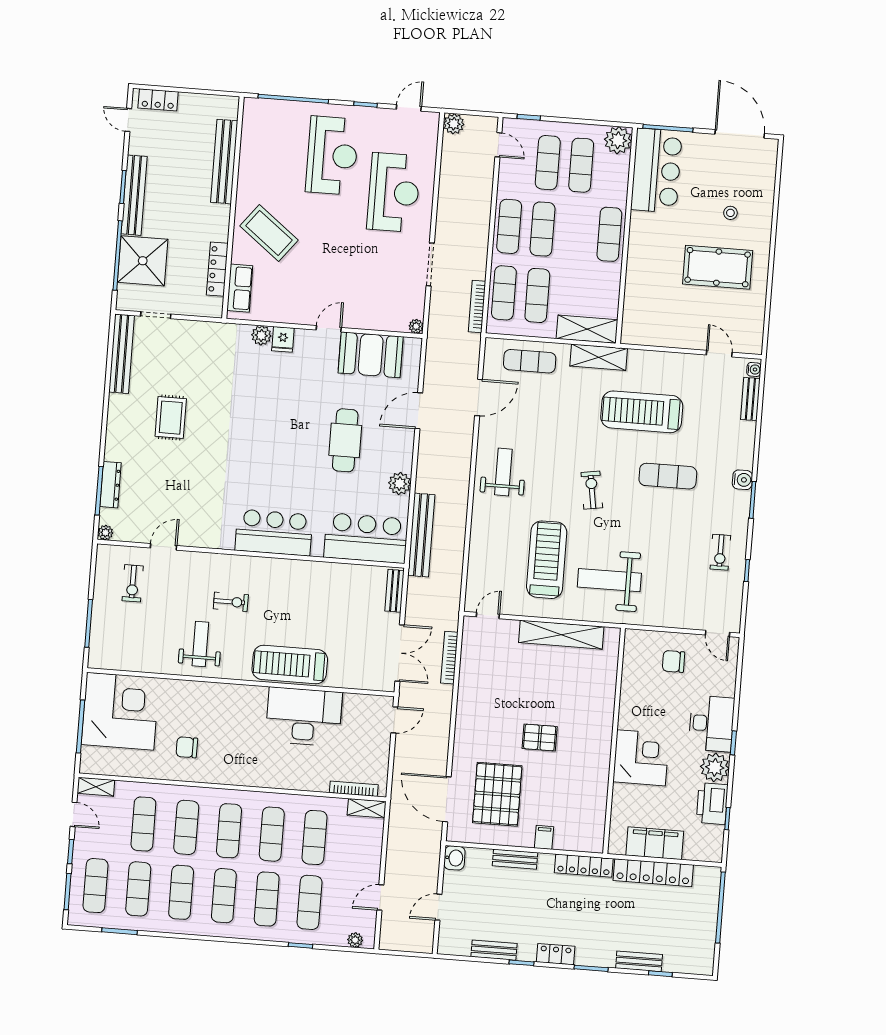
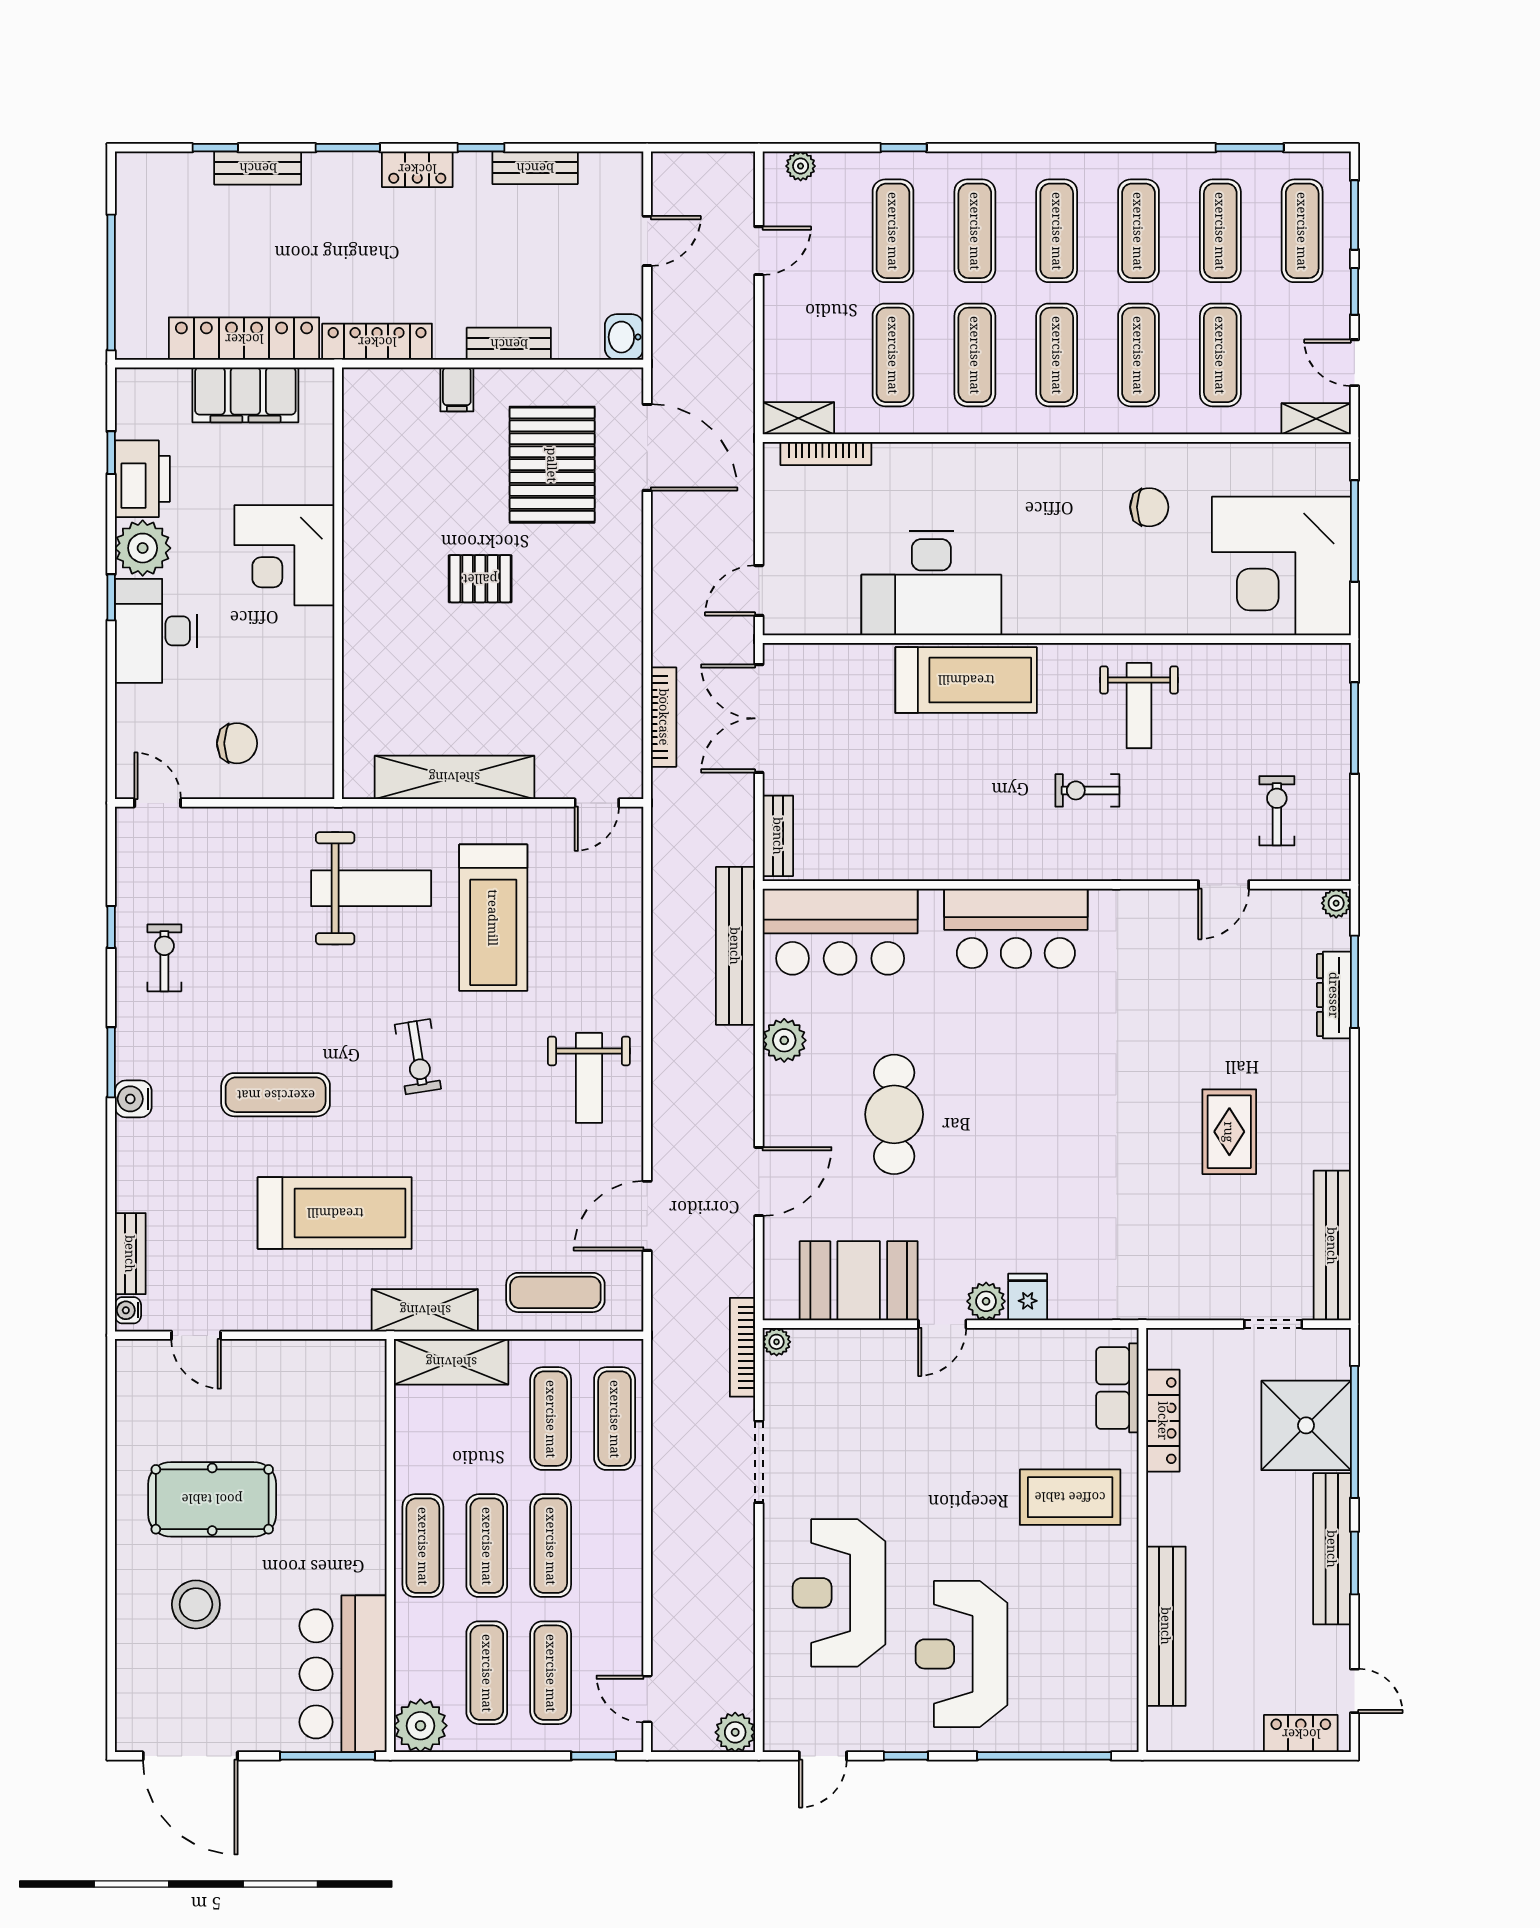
stool: (730, 213) -> (196, 1604), width x1.89, depth x1.89
exercise mat: (509, 226) -> (487, 1546), moved
coffee table: (269, 233) -> (1070, 1497), turned -38
bookcase: (477, 306) -> (742, 1347), moved, turned 180
plant: (261, 335) -> (986, 1301), moved

